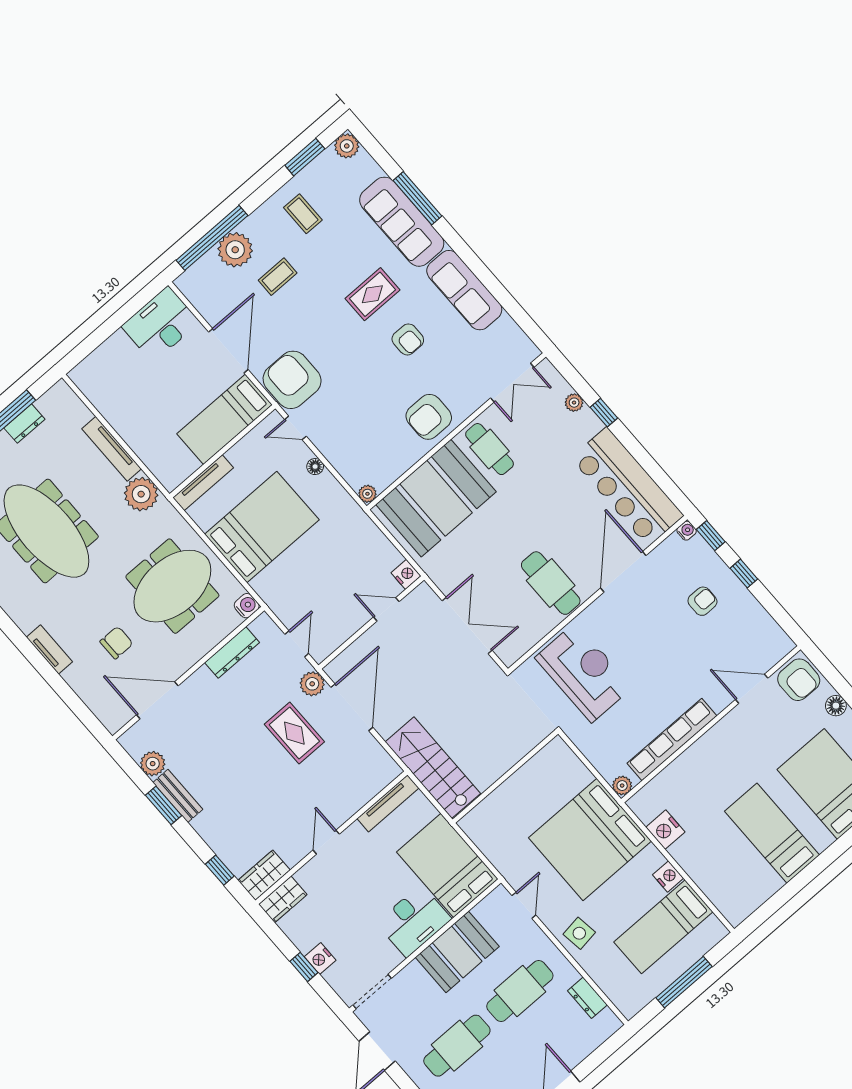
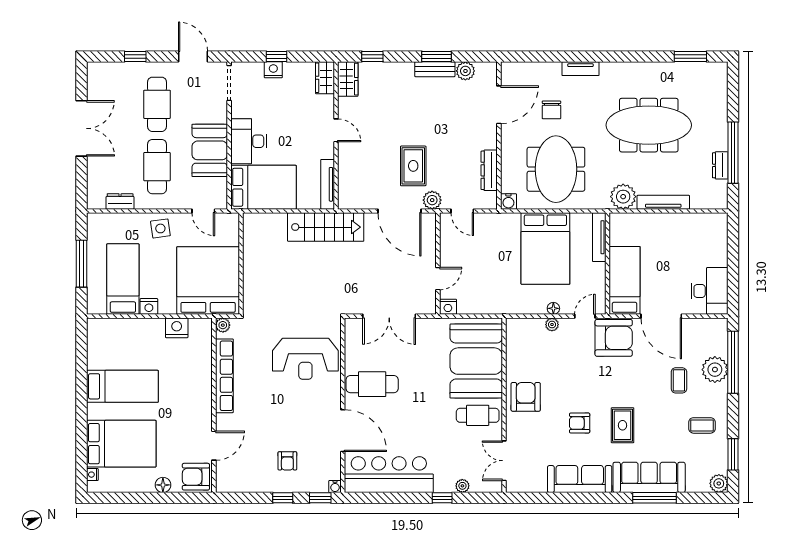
plant: (367, 494) -> (552, 325), moved
rug: (294, 733) -> (413, 166), turned 90
wall: (505, 777) -> (241, 264), moved

